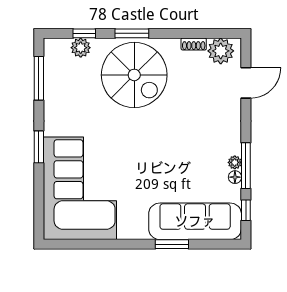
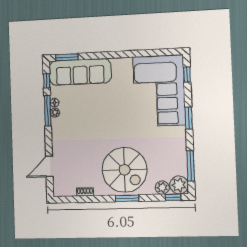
window: (84, 33) -> (173, 197), moved
plant: (221, 51) -> (179, 185), moved
spiral stairs: (134, 75) -> (125, 170), turned 180
window: (39, 210) -> (187, 75), added
window: (172, 244) -> (67, 57), moved

